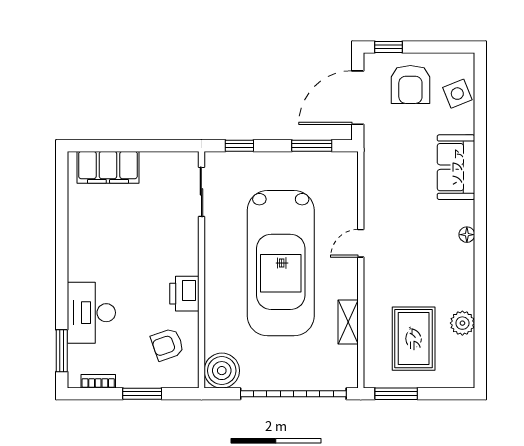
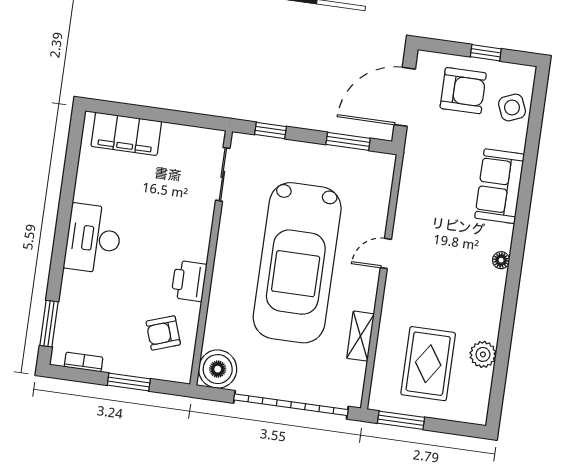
window: (389, 47) -> (486, 53), moved
armchair: (410, 84) -> (463, 91), turned -90
desk: (91, 313) -> (93, 239), moved

